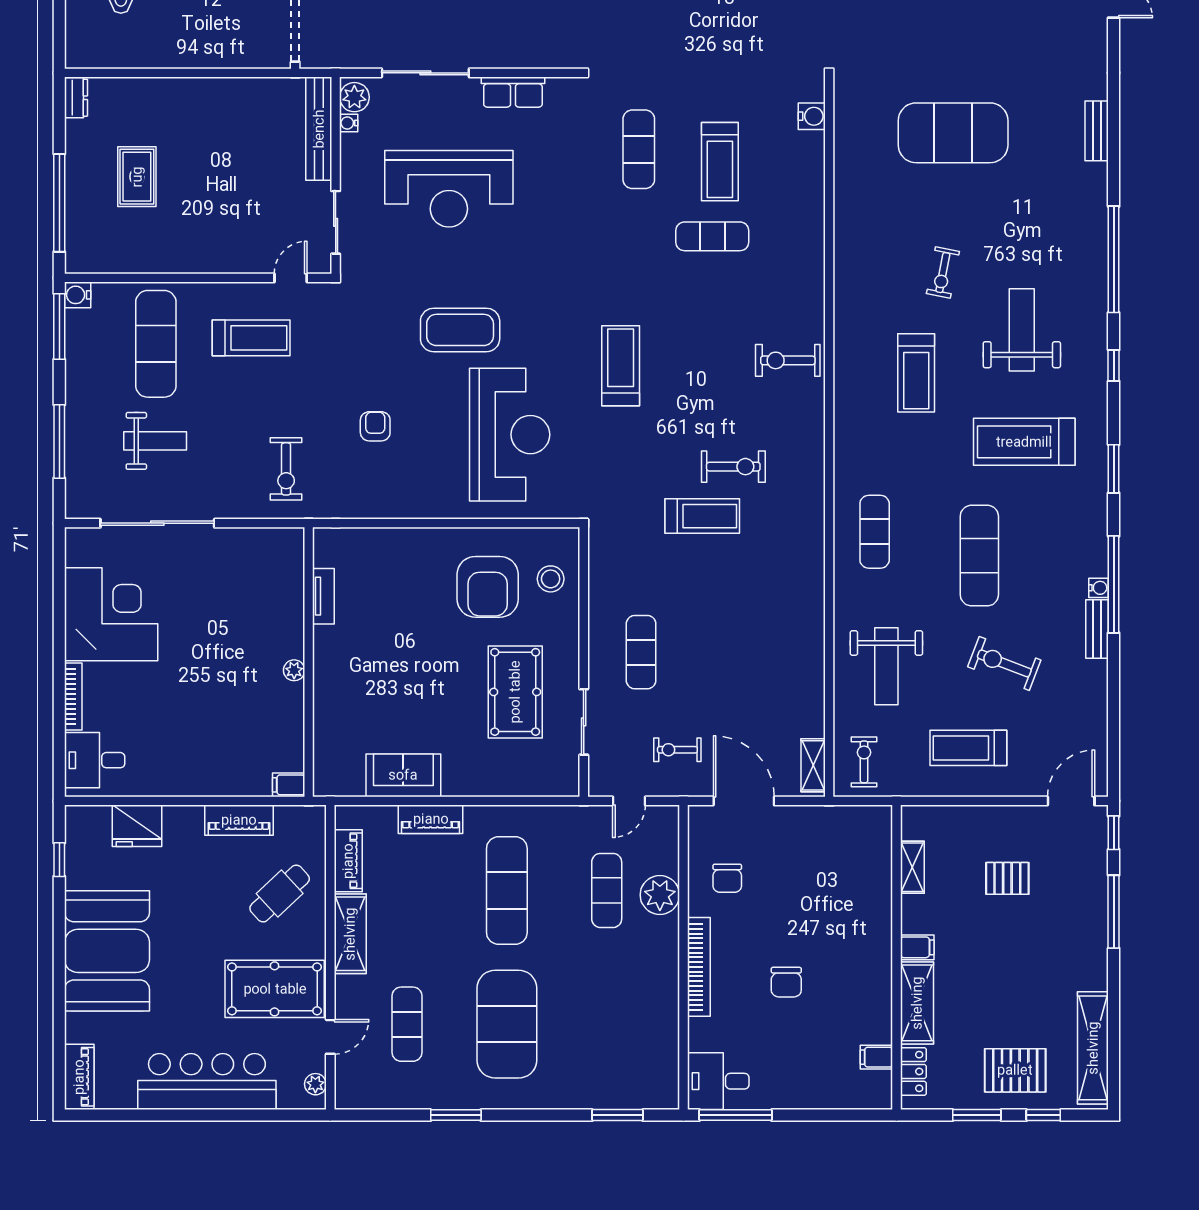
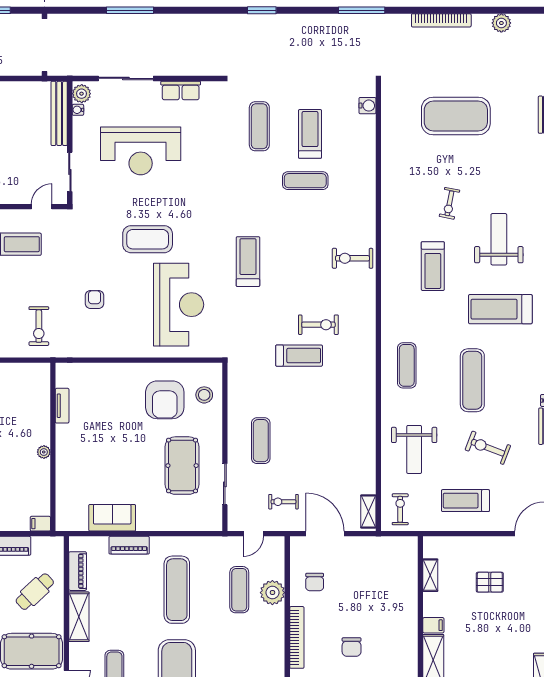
treadmill: (720, 162) -> (310, 134), turned 180

